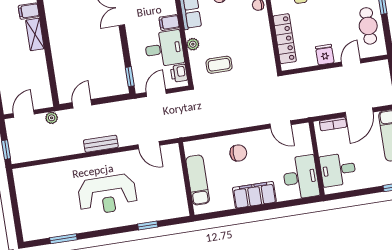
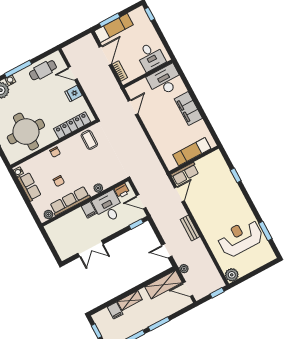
coffee table: (219, 65) -> (89, 140), moved
shelving: (40, 85) -> (164, 285), added
door: (359, 112) -> (105, 56), hinge flipped
chair: (238, 153) -> (163, 130), removed
row of seats: (173, 161) -> (185, 174), added
plant: (22, 176) -> (232, 275), added
reception desk: (107, 195) -> (240, 238), moved, turned -90

